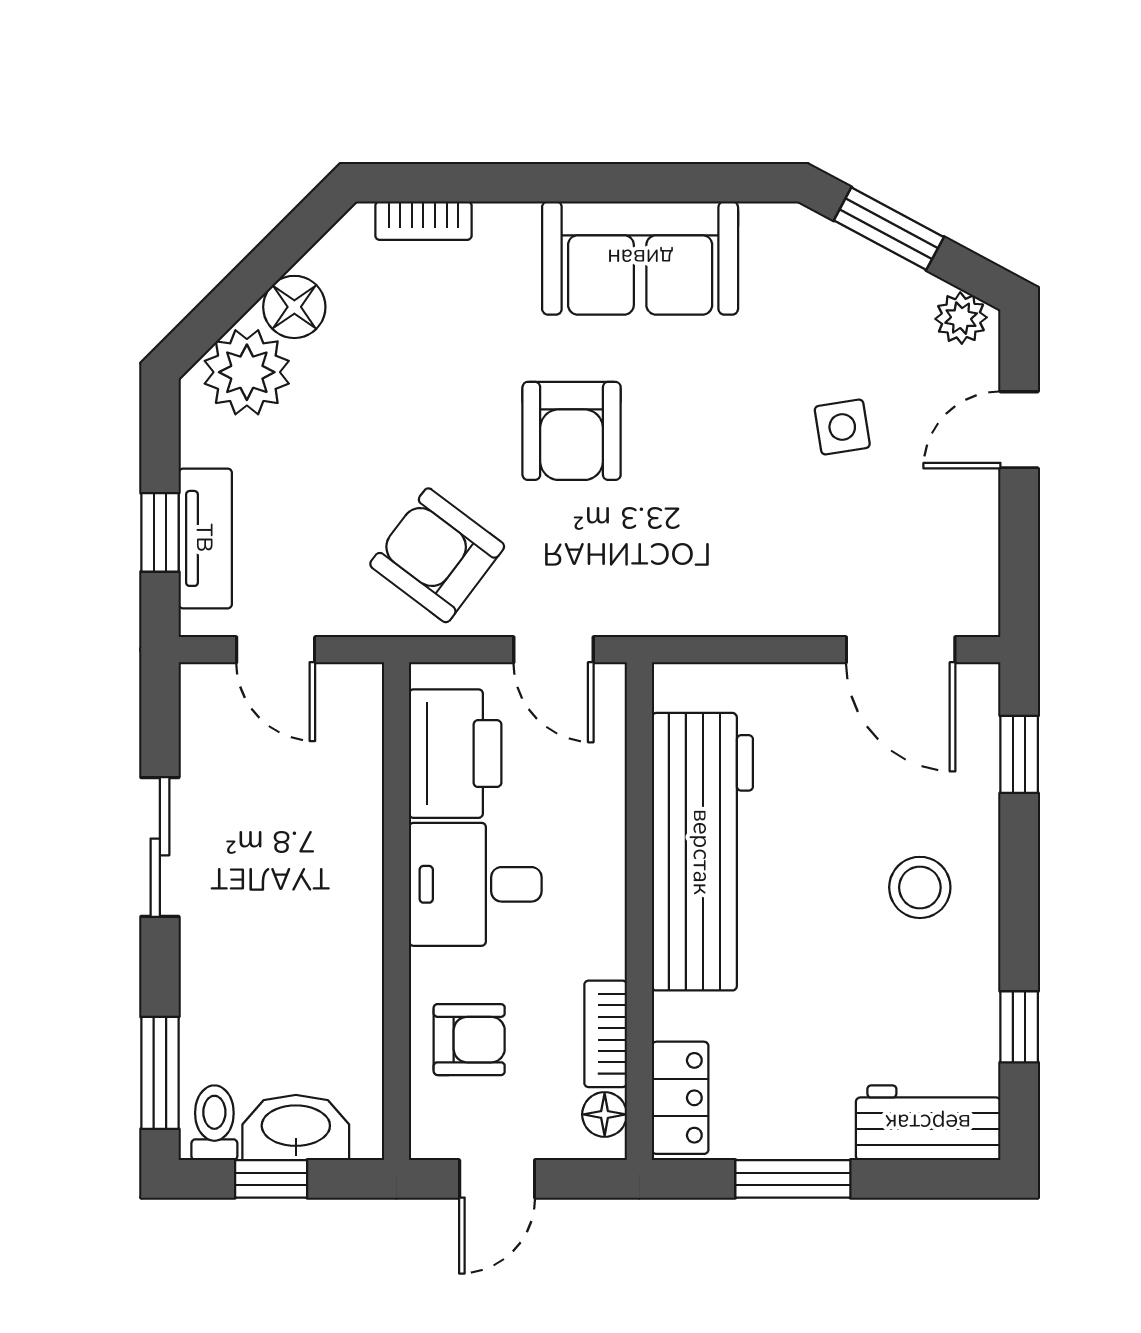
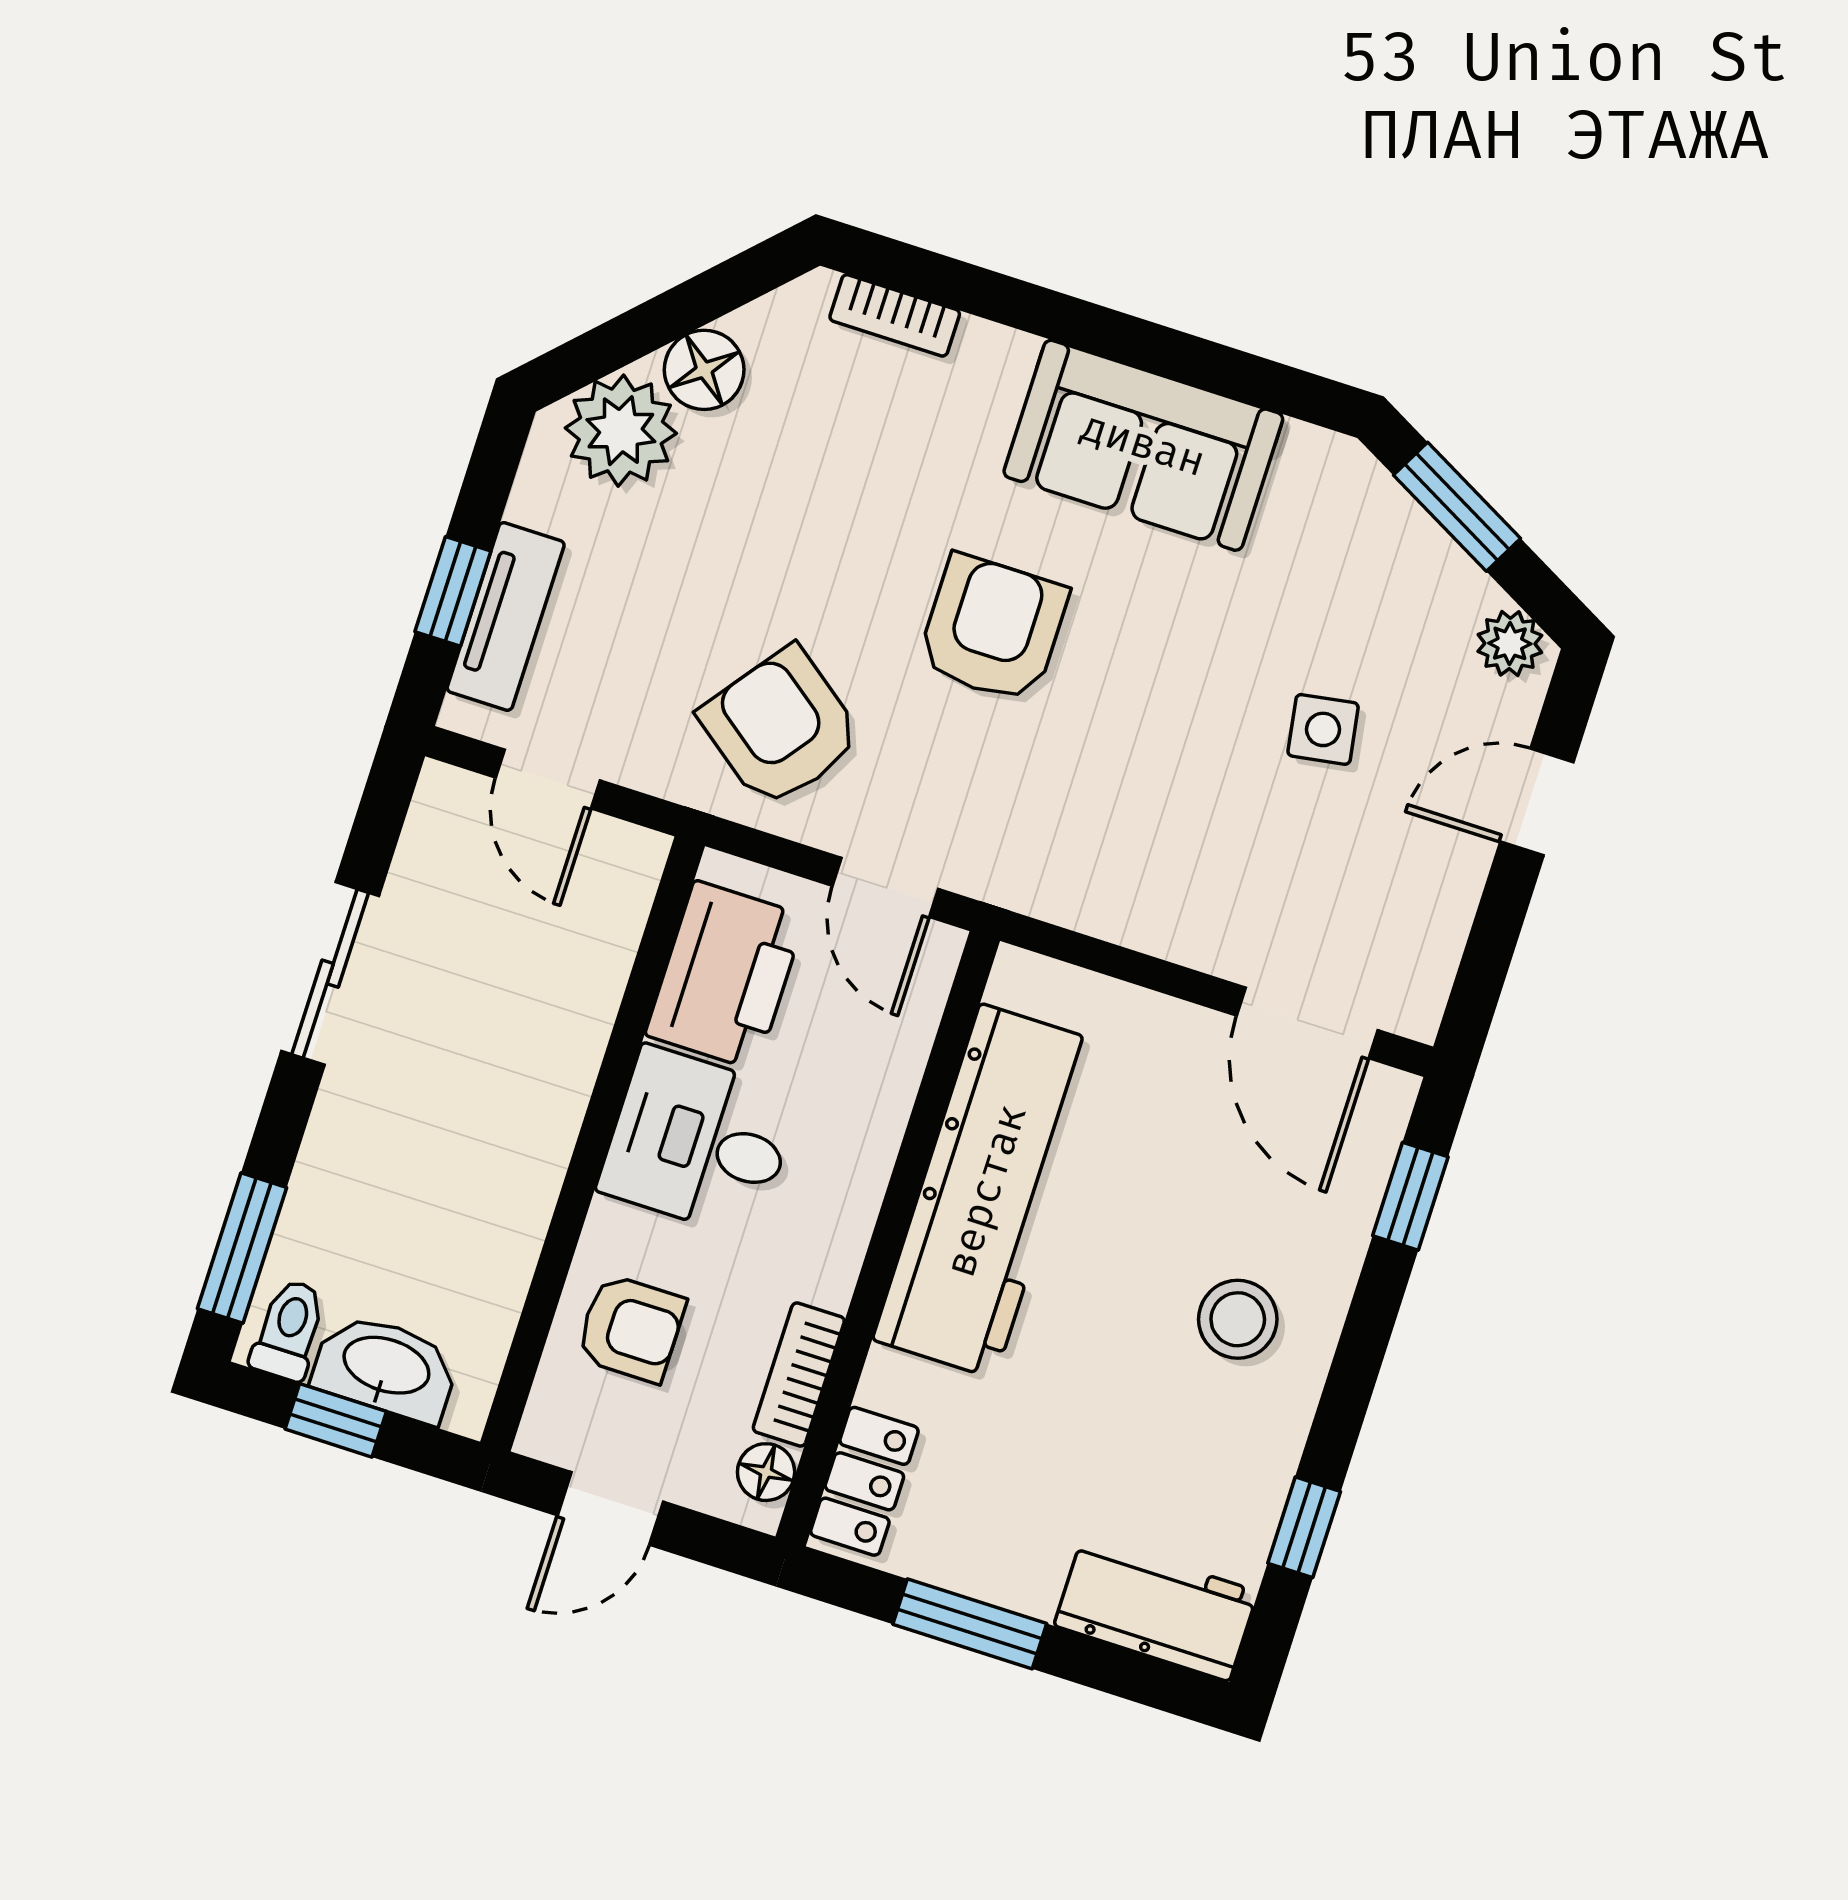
armchair: (572, 431) -> (993, 629), turned 180

